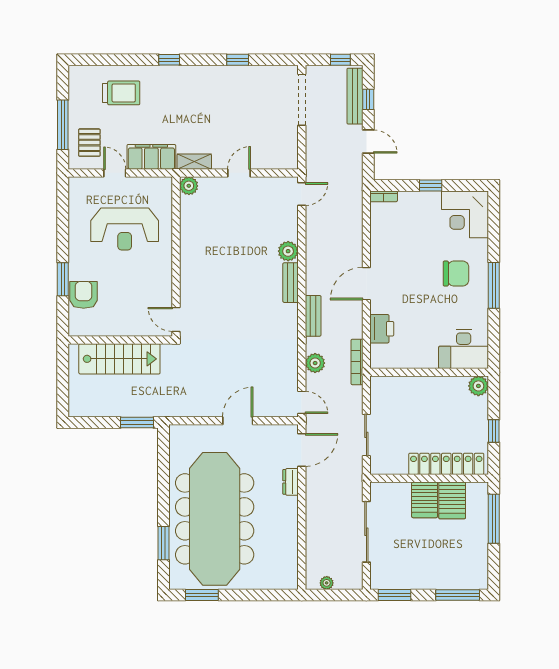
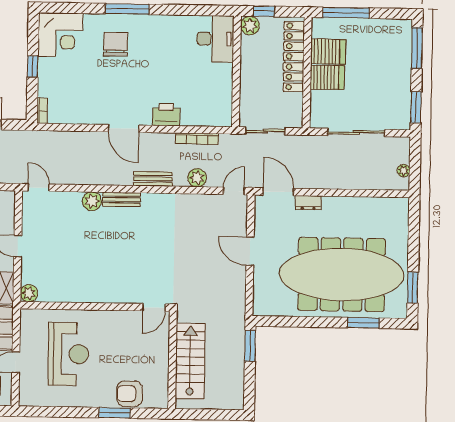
desk: (464, 349) -> (215, 39), moved
wall: (429, 372) -> (236, 71), moved
plant: (478, 386) -> (250, 26), moved

